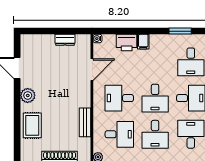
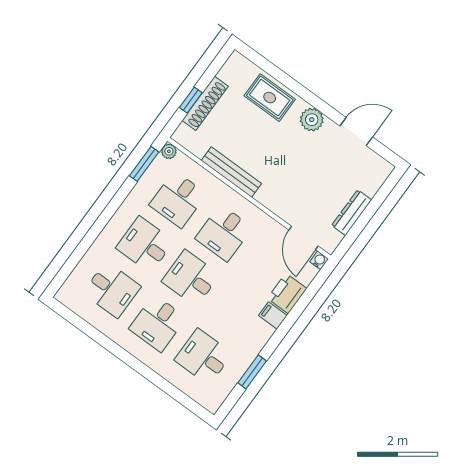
dresser: (65, 40) -> (352, 213), width x1.44
door: (92, 70) -> (304, 238), moved
desk: (119, 98) -> (224, 233), turned 180
bench: (85, 122) -> (231, 172), width x1.36

